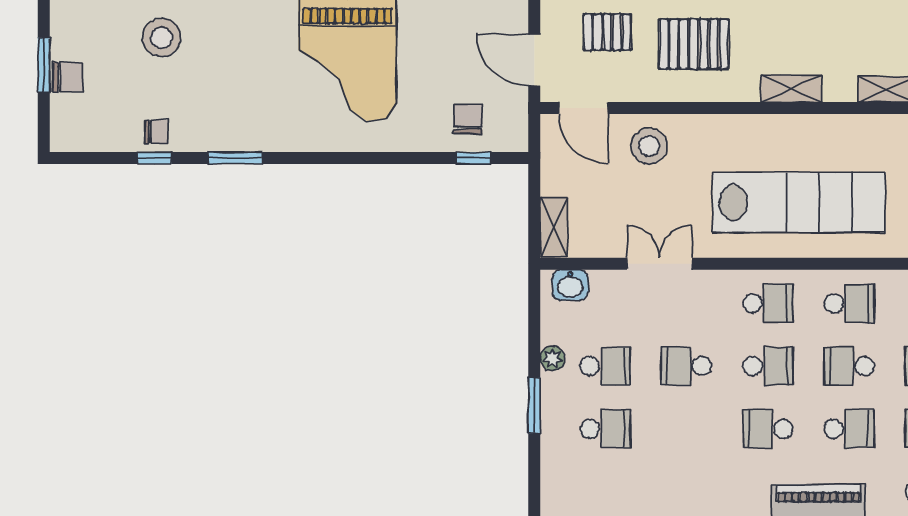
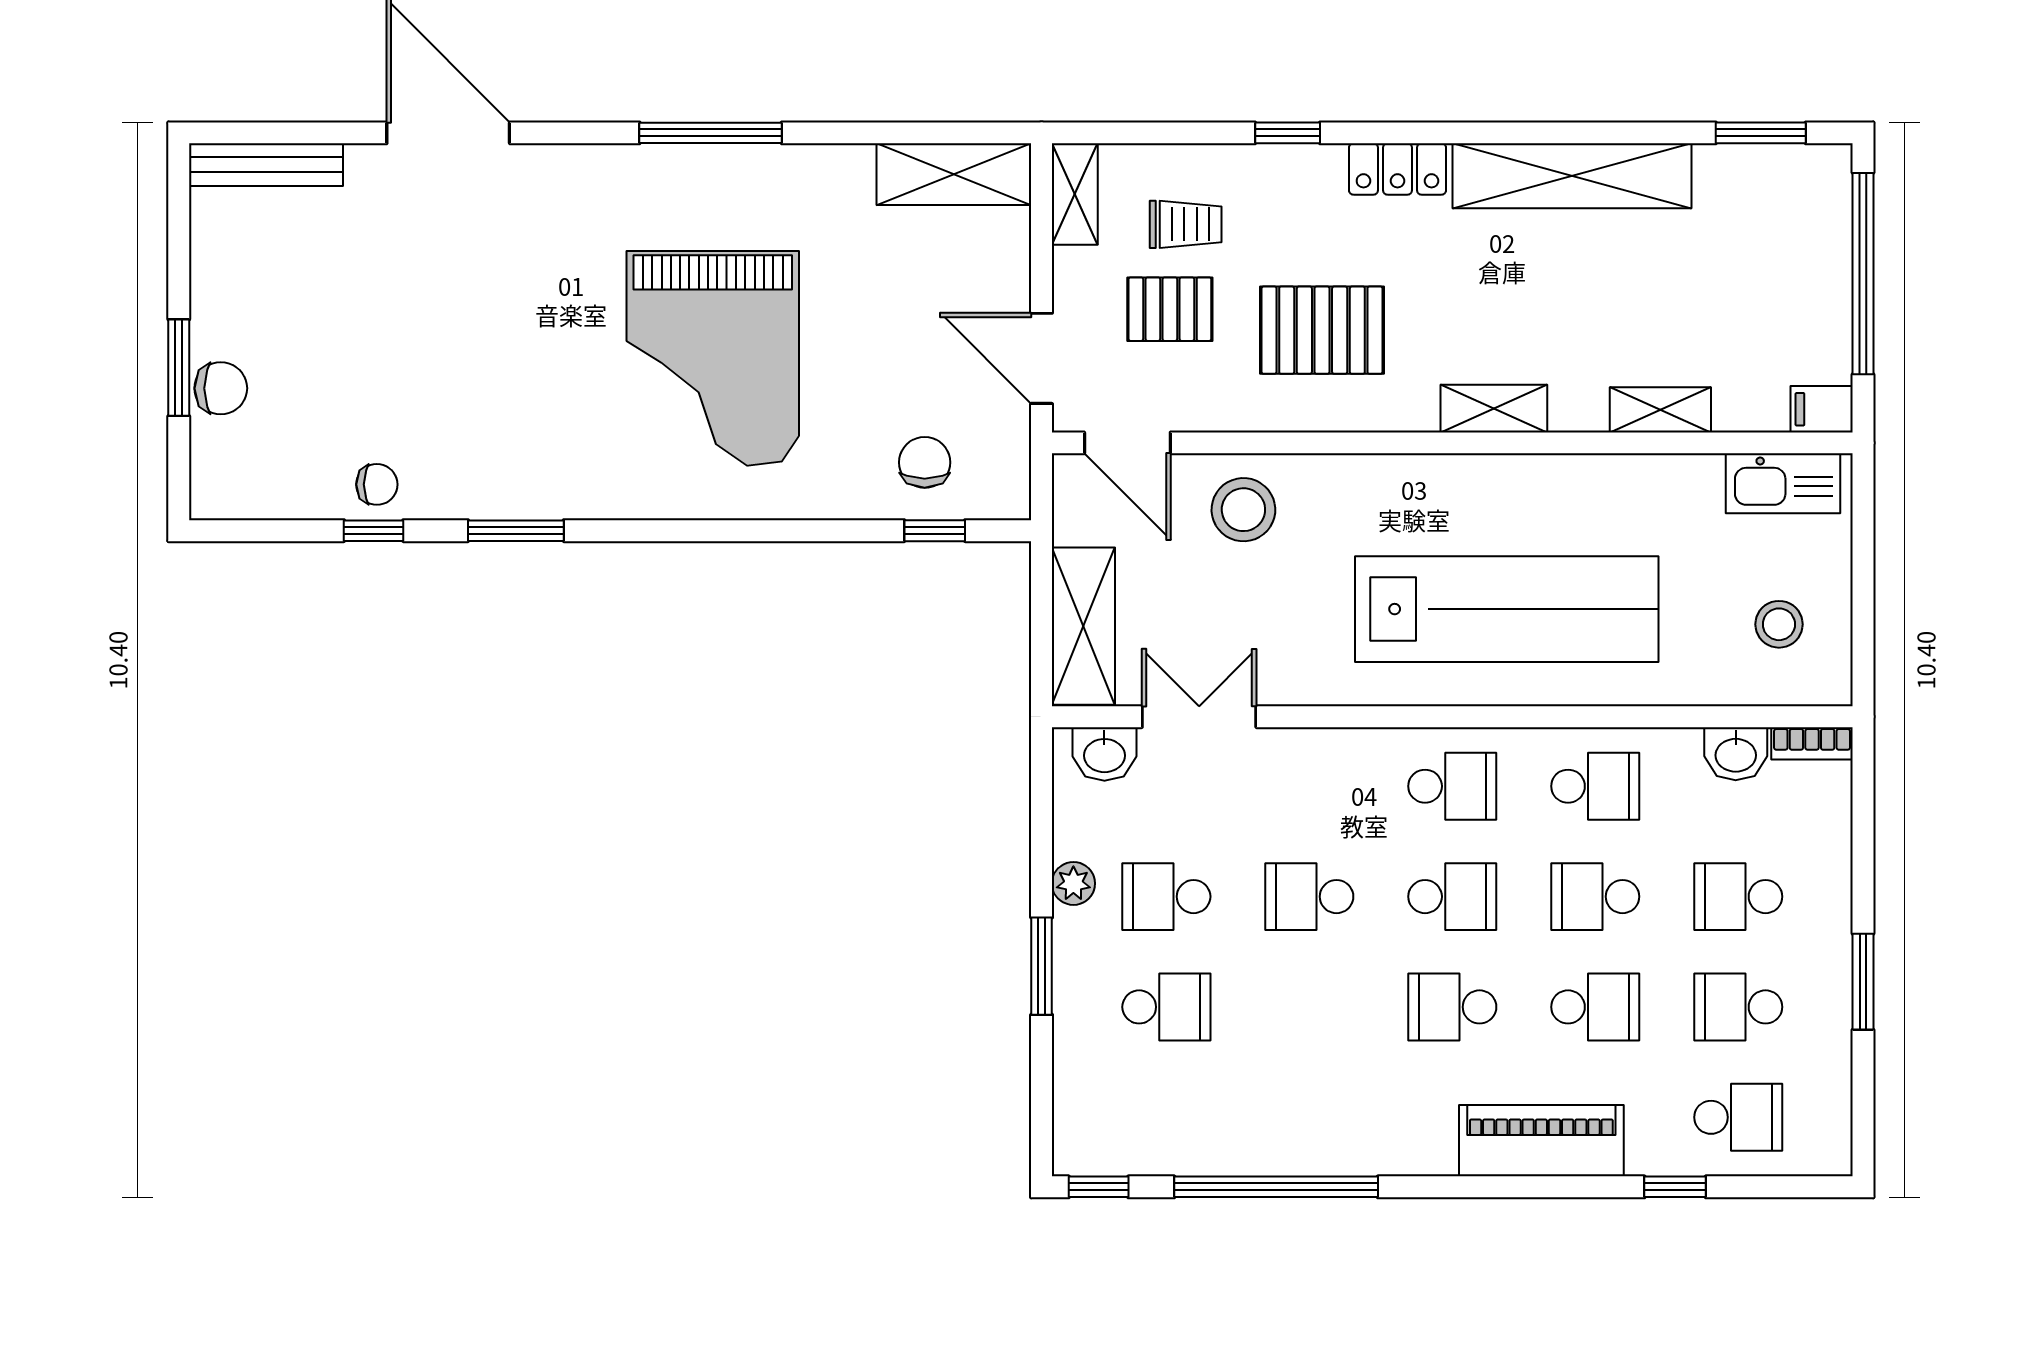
stool: (162, 38) -> (386, 319), removed
shelving: (554, 227) -> (1083, 626), width x1.50, depth x1.33
double door: (660, 264) -> (1199, 717), moved
school desk: (605, 366) -> (1166, 897), turned 180

